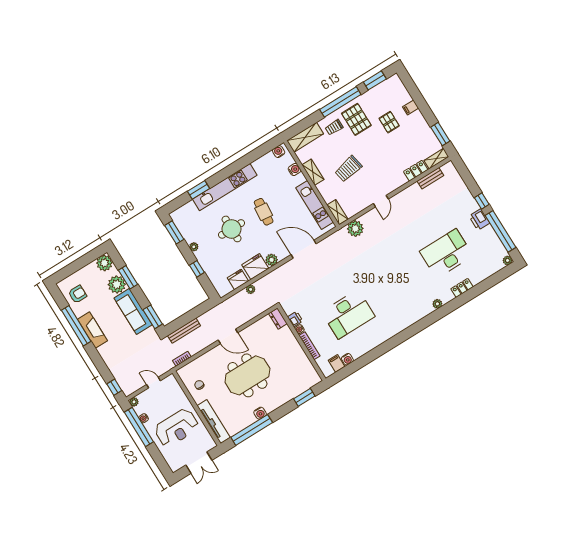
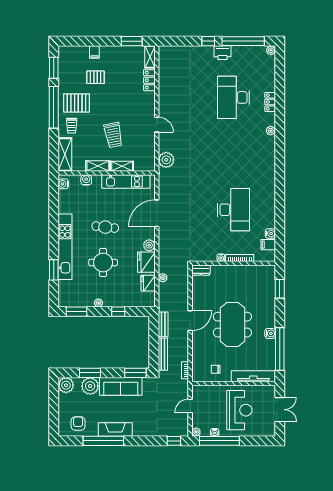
bench: (430, 178) -> (163, 324), moved
shelving: (337, 212) -> (122, 166), moved
printer: (295, 319) -> (210, 256), removed

